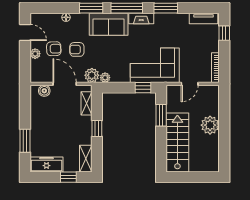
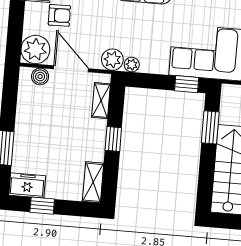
armchair: (77, 49) -> (93, 19), removed
plant: (35, 54) -> (35, 50), moved, width x1.87, depth x1.87
freezer: (46, 164) -> (27, 185), width x0.71
window: (68, 177) -> (42, 206), moved

